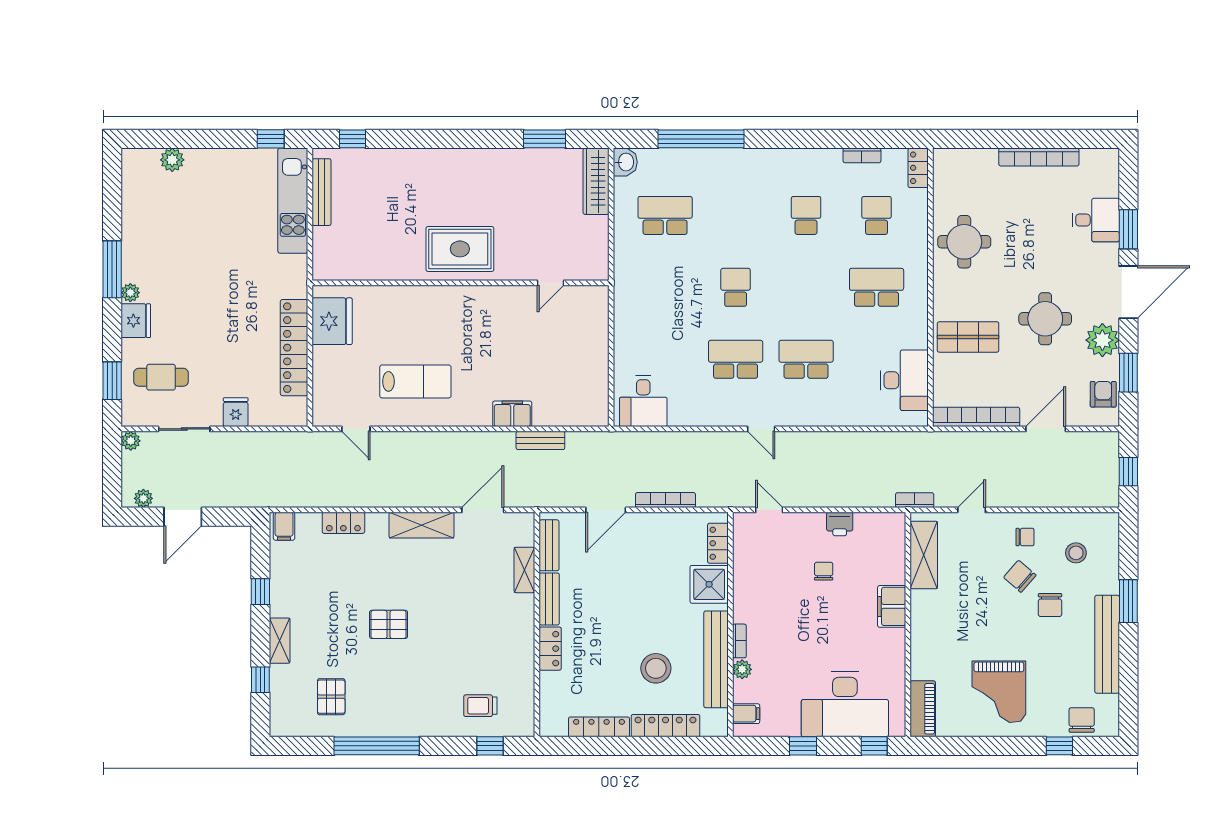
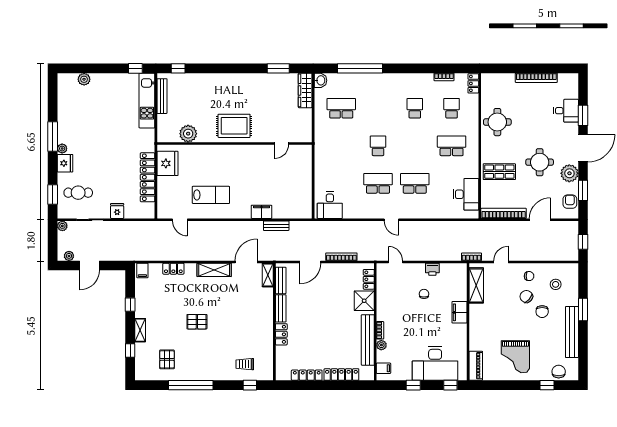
plant: (372, 264) -> (188, 134), added
shelving: (524, 570) -> (268, 275), moved
stool: (656, 668) -> (336, 345), removed

